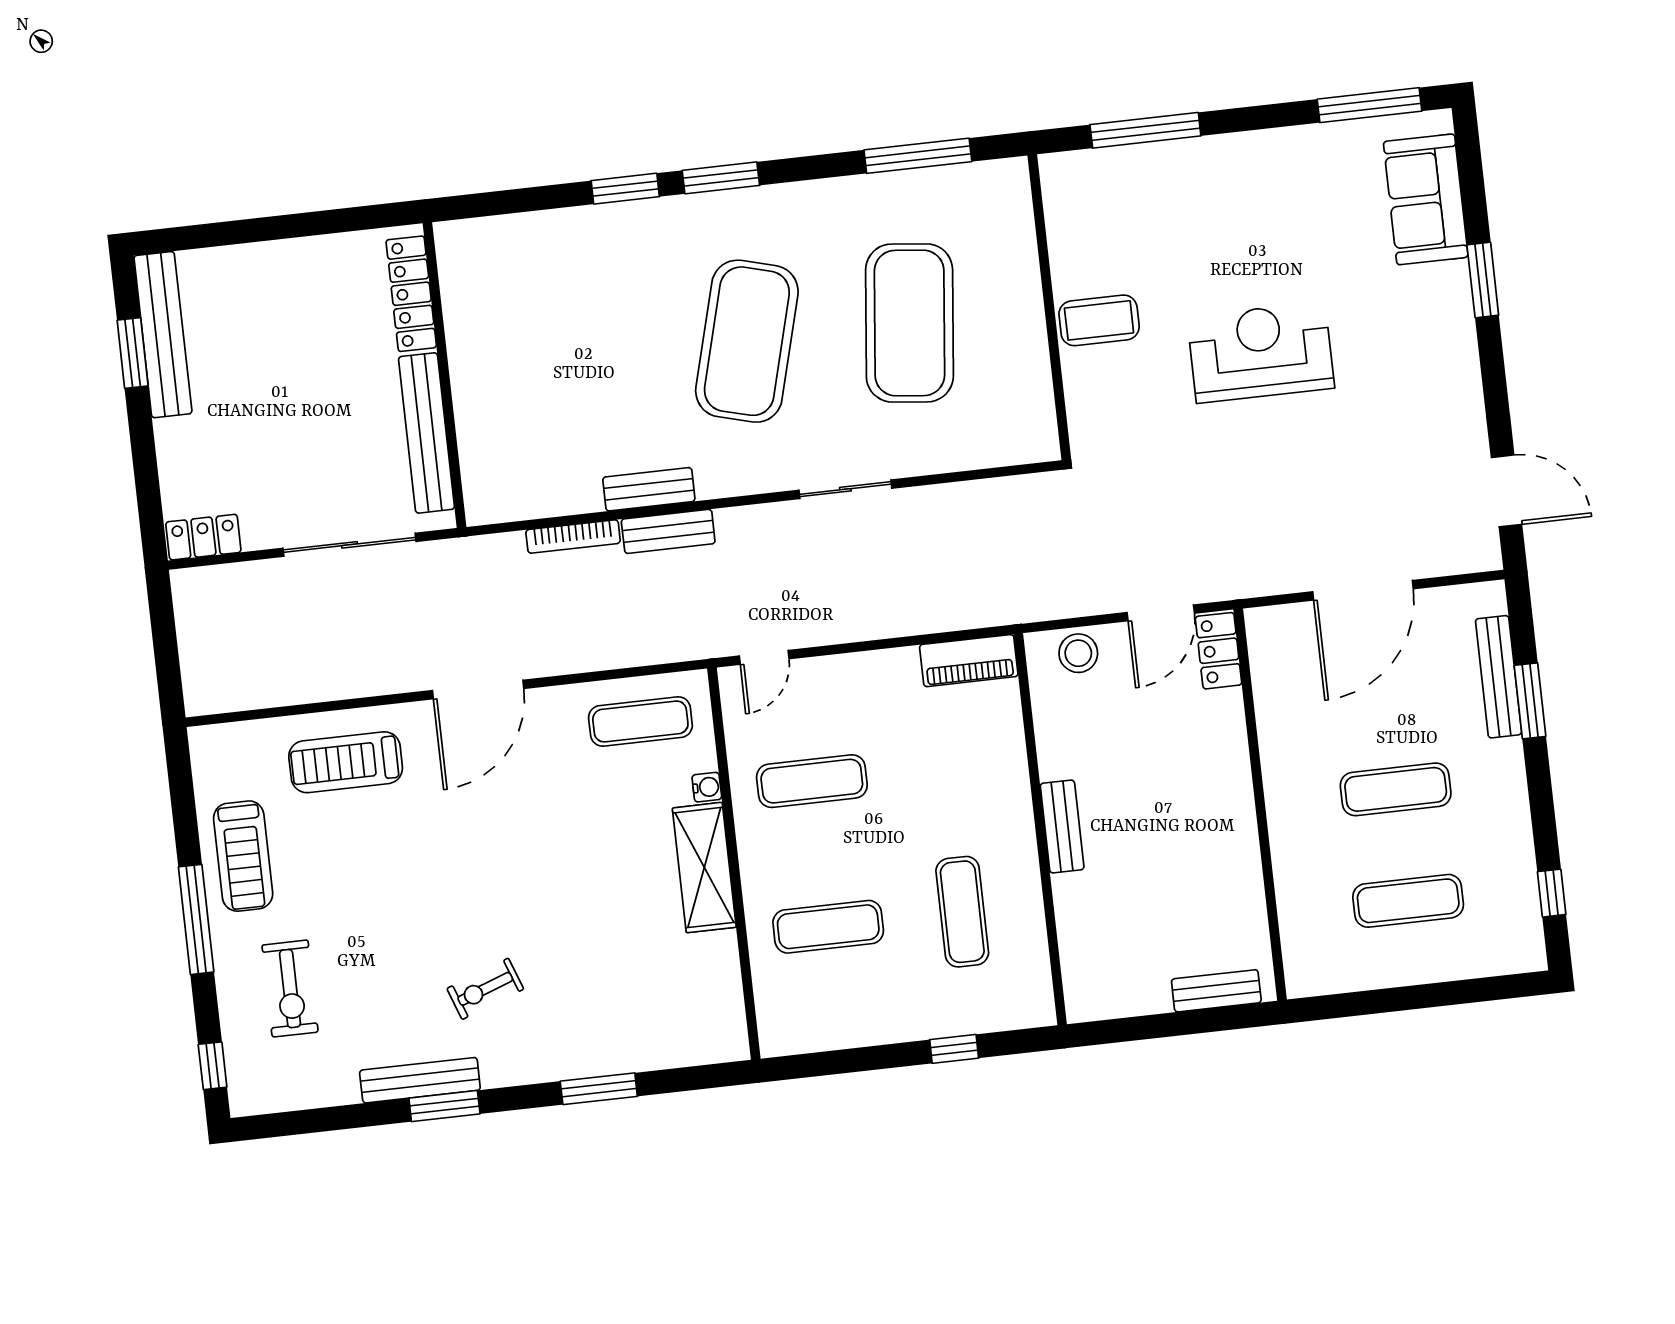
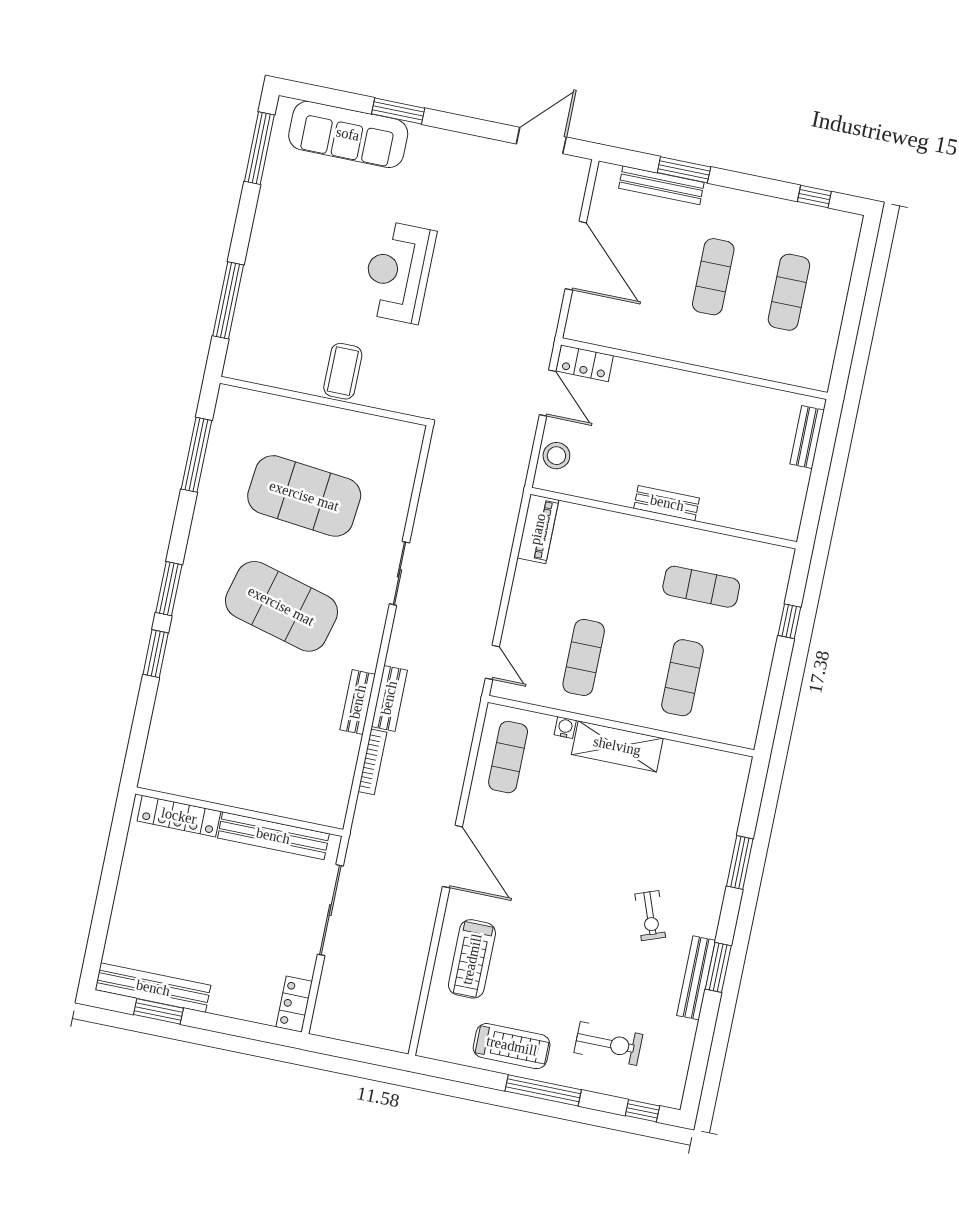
sofa: (1426, 199) -> (348, 134), width x1.36

